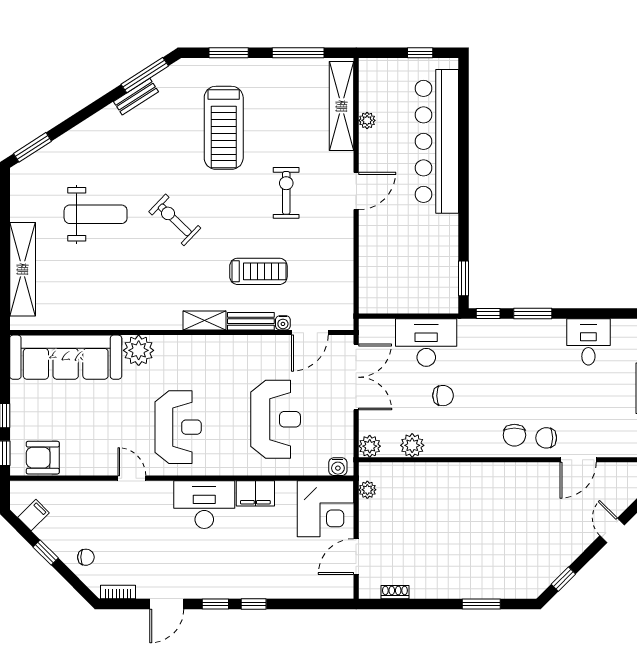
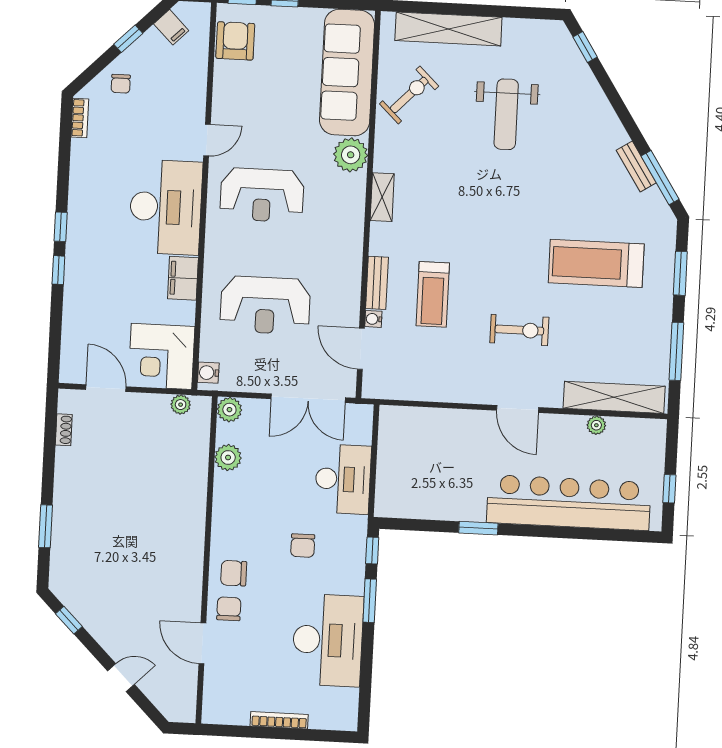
window: (32, 147) -> (585, 47), width x0.67
exercise bike: (175, 220) -> (409, 95), moved
window: (463, 278) -> (478, 528), moved
shelving: (205, 320) -> (382, 197), moved
desk: (588, 342) -> (328, 640), width x1.87, depth x1.30
chair: (443, 396) -> (303, 546), moved
desk: (204, 505) -> (166, 207), width x1.36, depth x1.30
door: (167, 604) -> (63, 172), removed

